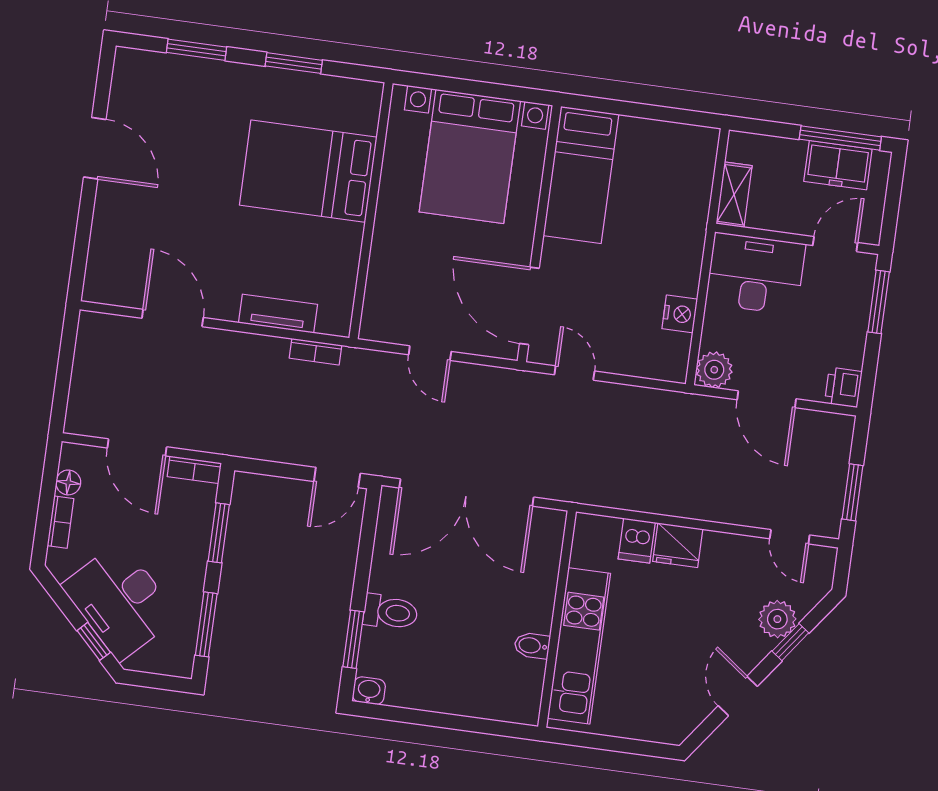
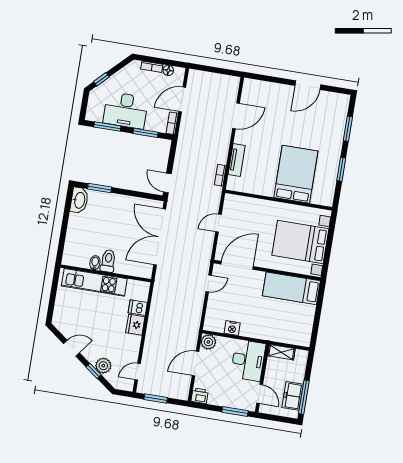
desk: (120, 601) -> (126, 110), moved, turned -135
toilet: (390, 612) -> (108, 261), moved, turned 180
washbasin: (369, 691) -> (79, 200), width x1.91, depth x1.45

